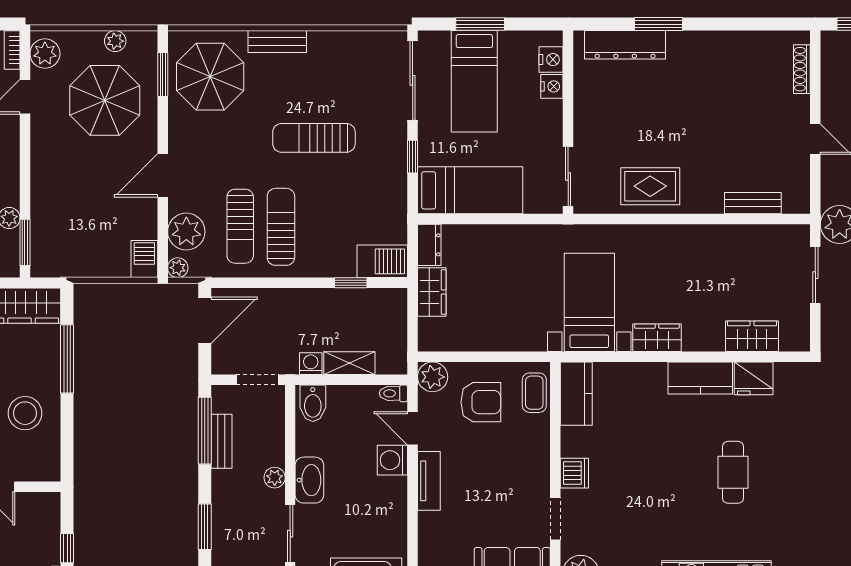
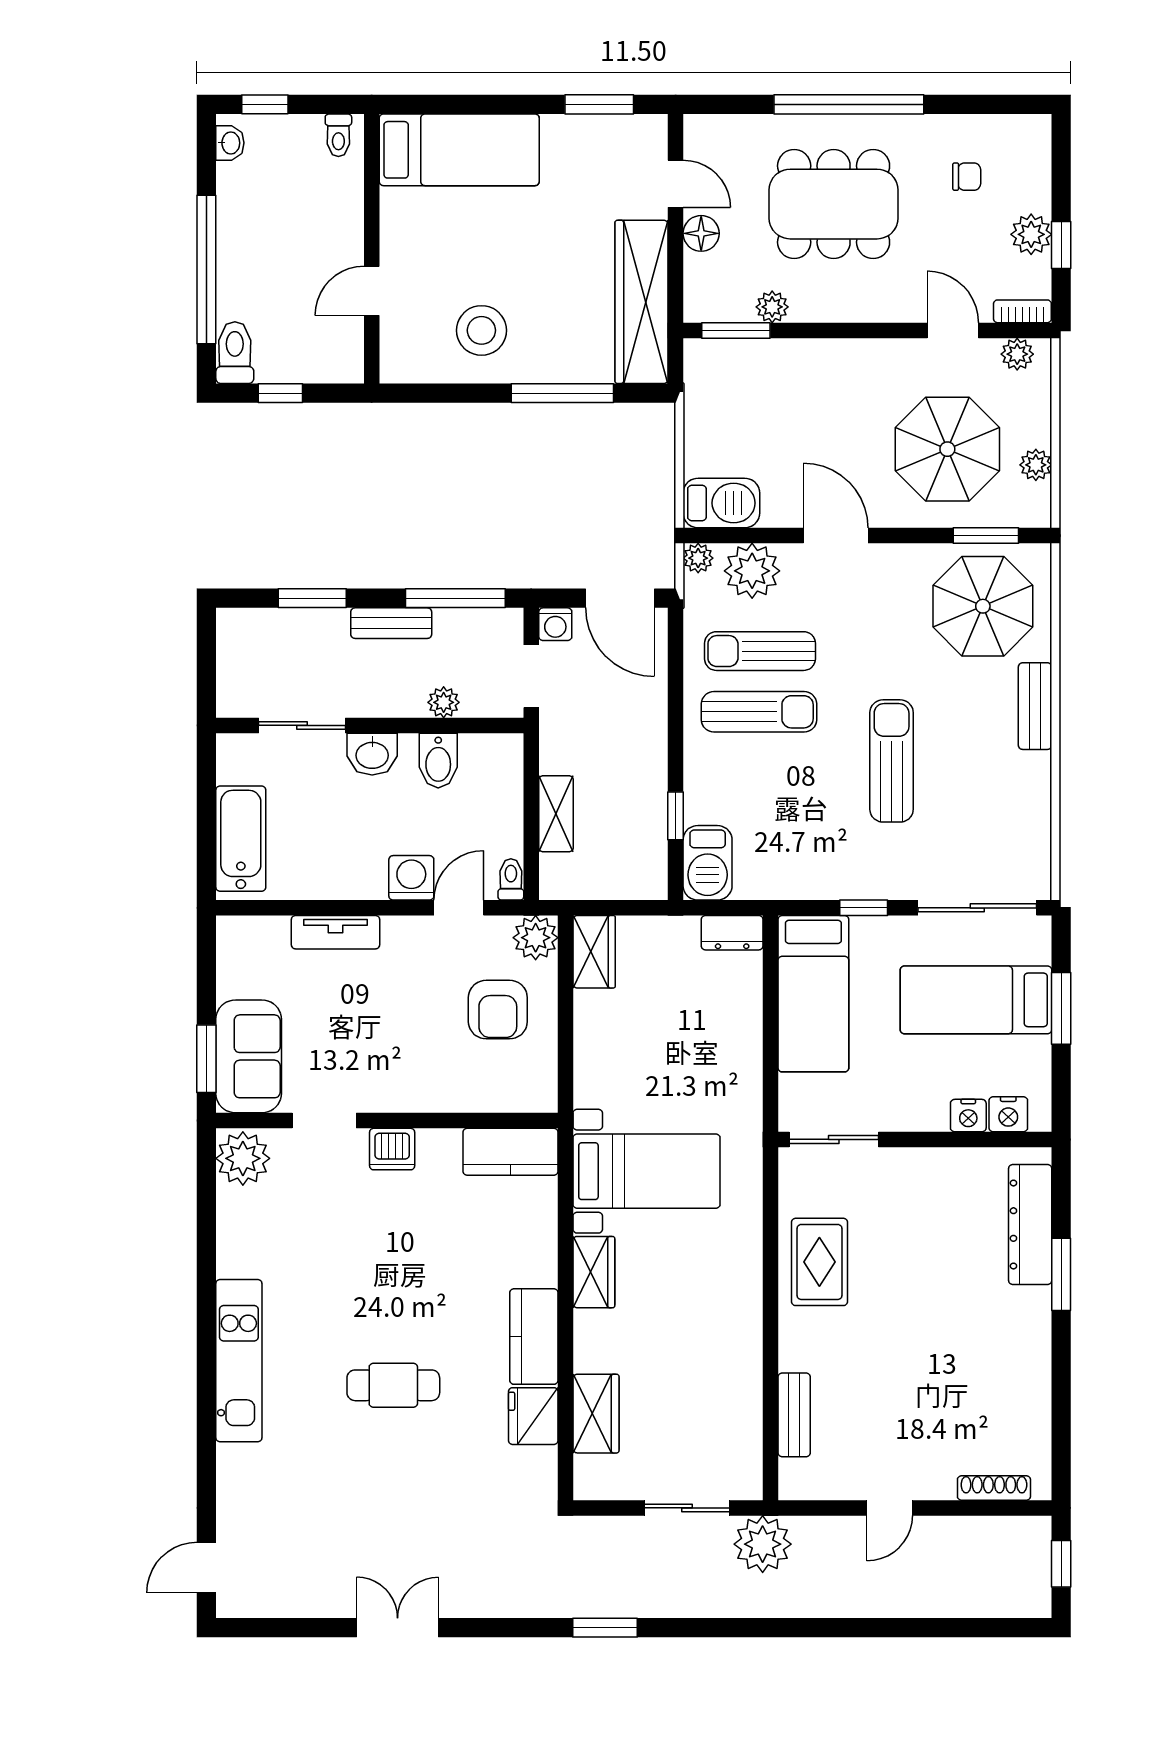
plant: (45, 54) -> (1017, 354), width x0.73, depth x0.73
barbecue: (144, 259) -> (721, 503), width x1.38, depth x1.27
wardrobe: (432, 292) -> (594, 952), moved, turned -90
washing machine: (311, 364) -> (555, 624), moved, turned 90
coffee table: (534, 393) -> (512, 1089), removed
bidet: (313, 403) -> (438, 761), moved, turned -90
bench: (221, 441) -> (391, 623), moved
plant: (275, 478) -> (444, 702), moved
washbasin: (309, 480) -> (372, 754), width x0.72
tv unit: (429, 481) -> (335, 932), moved

